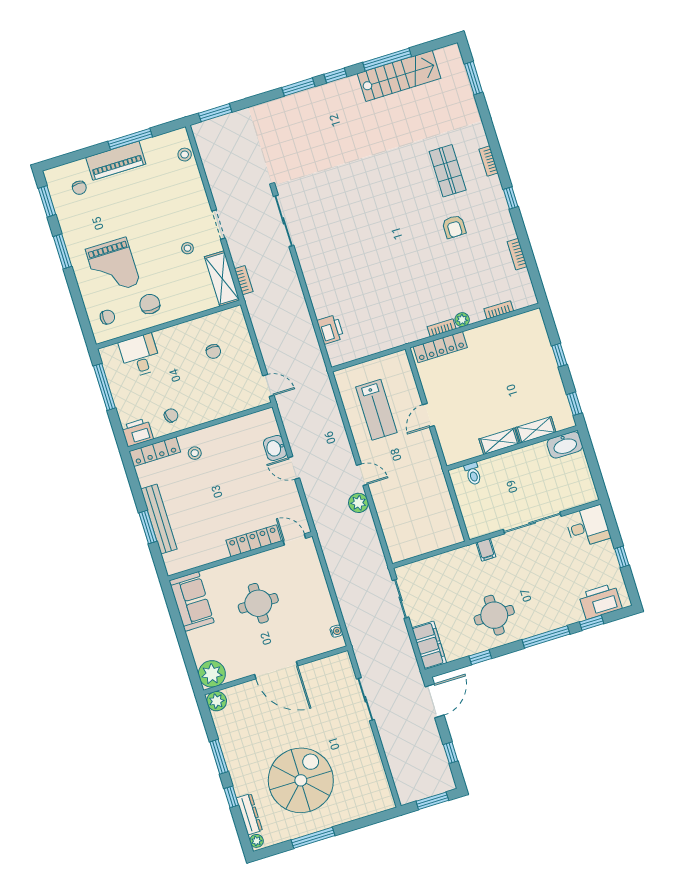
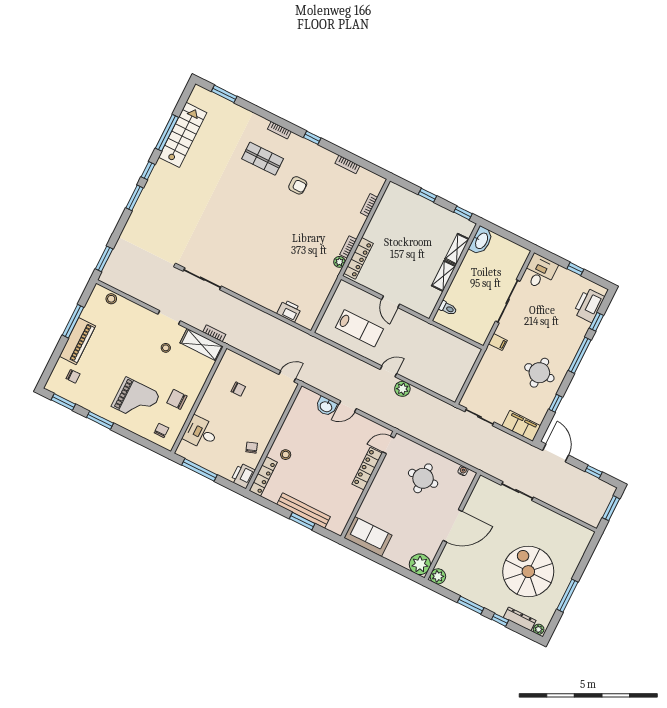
plant: (462, 320) -> (339, 262), moved
round table: (258, 603) -> (423, 478), moved

